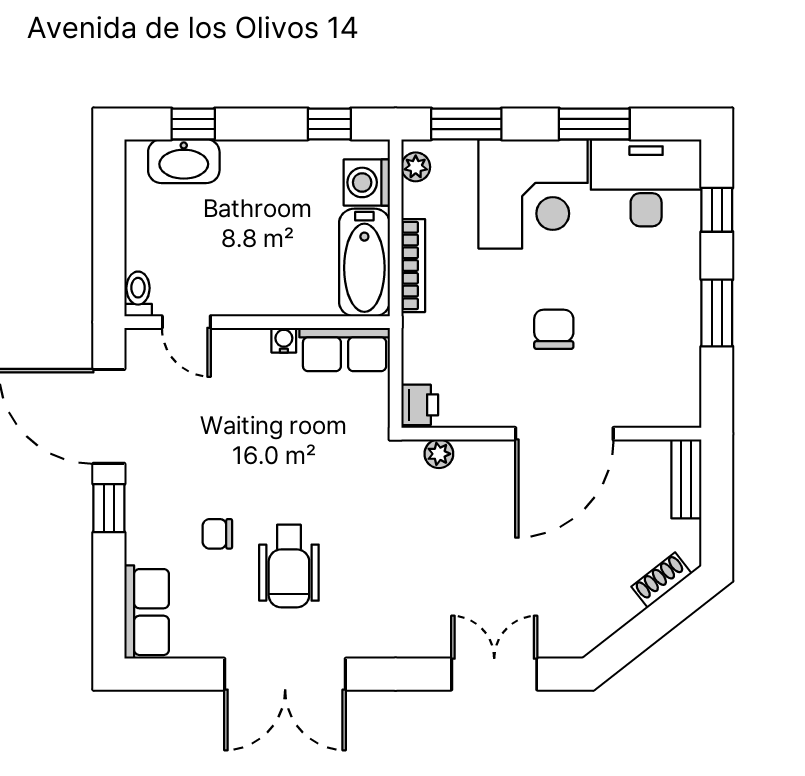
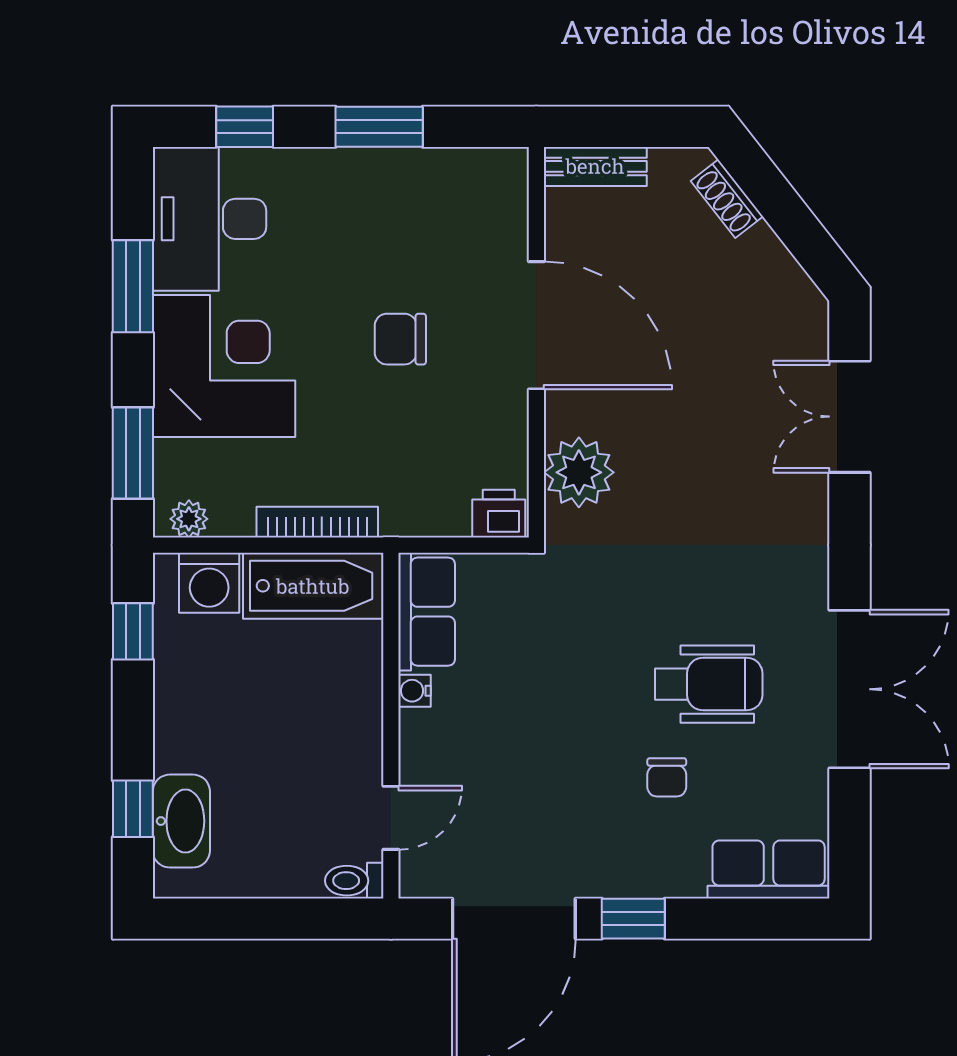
plant: (439, 454) -> (579, 472), width x1.88, depth x1.88

